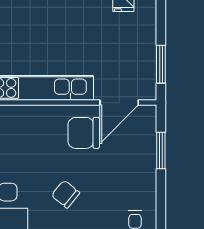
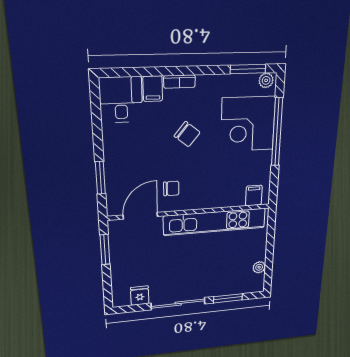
chair: (84, 133) -> (171, 188), width x0.54, depth x0.54

